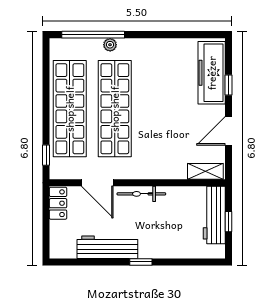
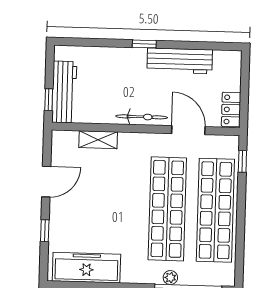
freezer: (212, 73) -> (86, 268), moved, turned -90
shelving: (205, 171) -> (98, 140), moved
window: (229, 222) -> (49, 100), moved

